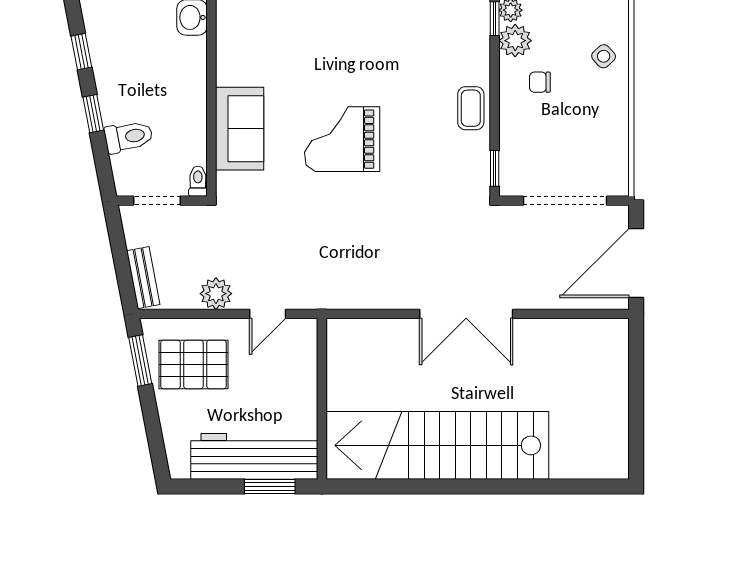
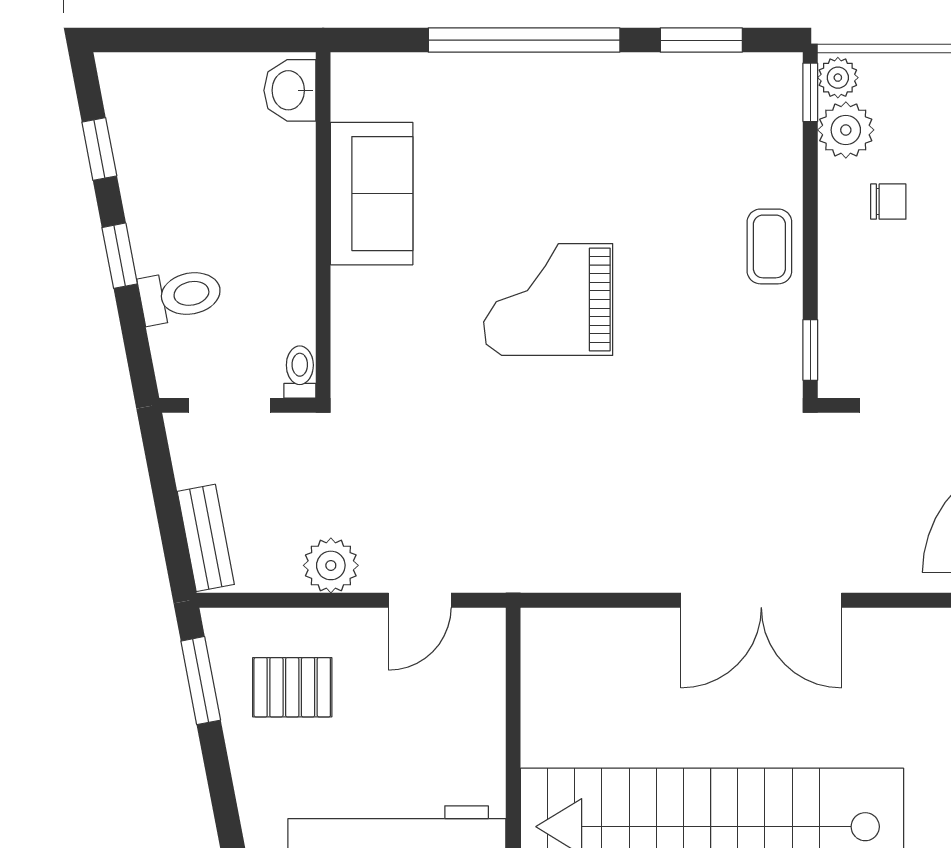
chair: (540, 82) -> (888, 202), turned 180
sofa: (240, 129) -> (372, 194), moved
pallet: (193, 364) -> (292, 687), width x0.67, depth x0.71

